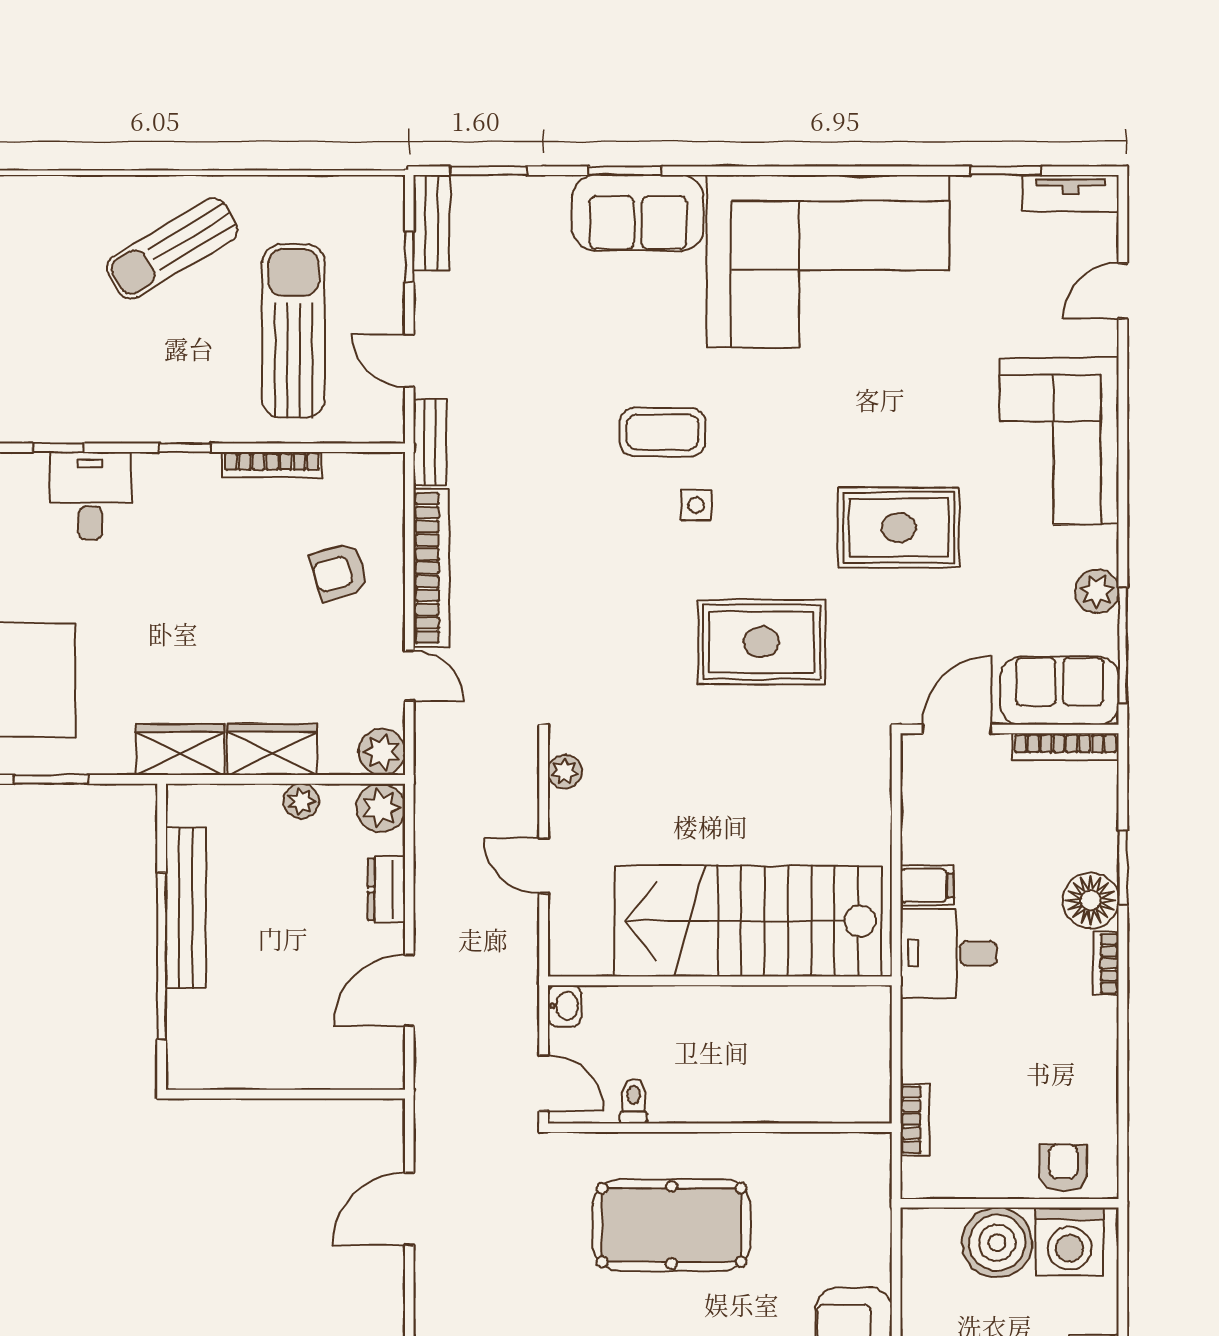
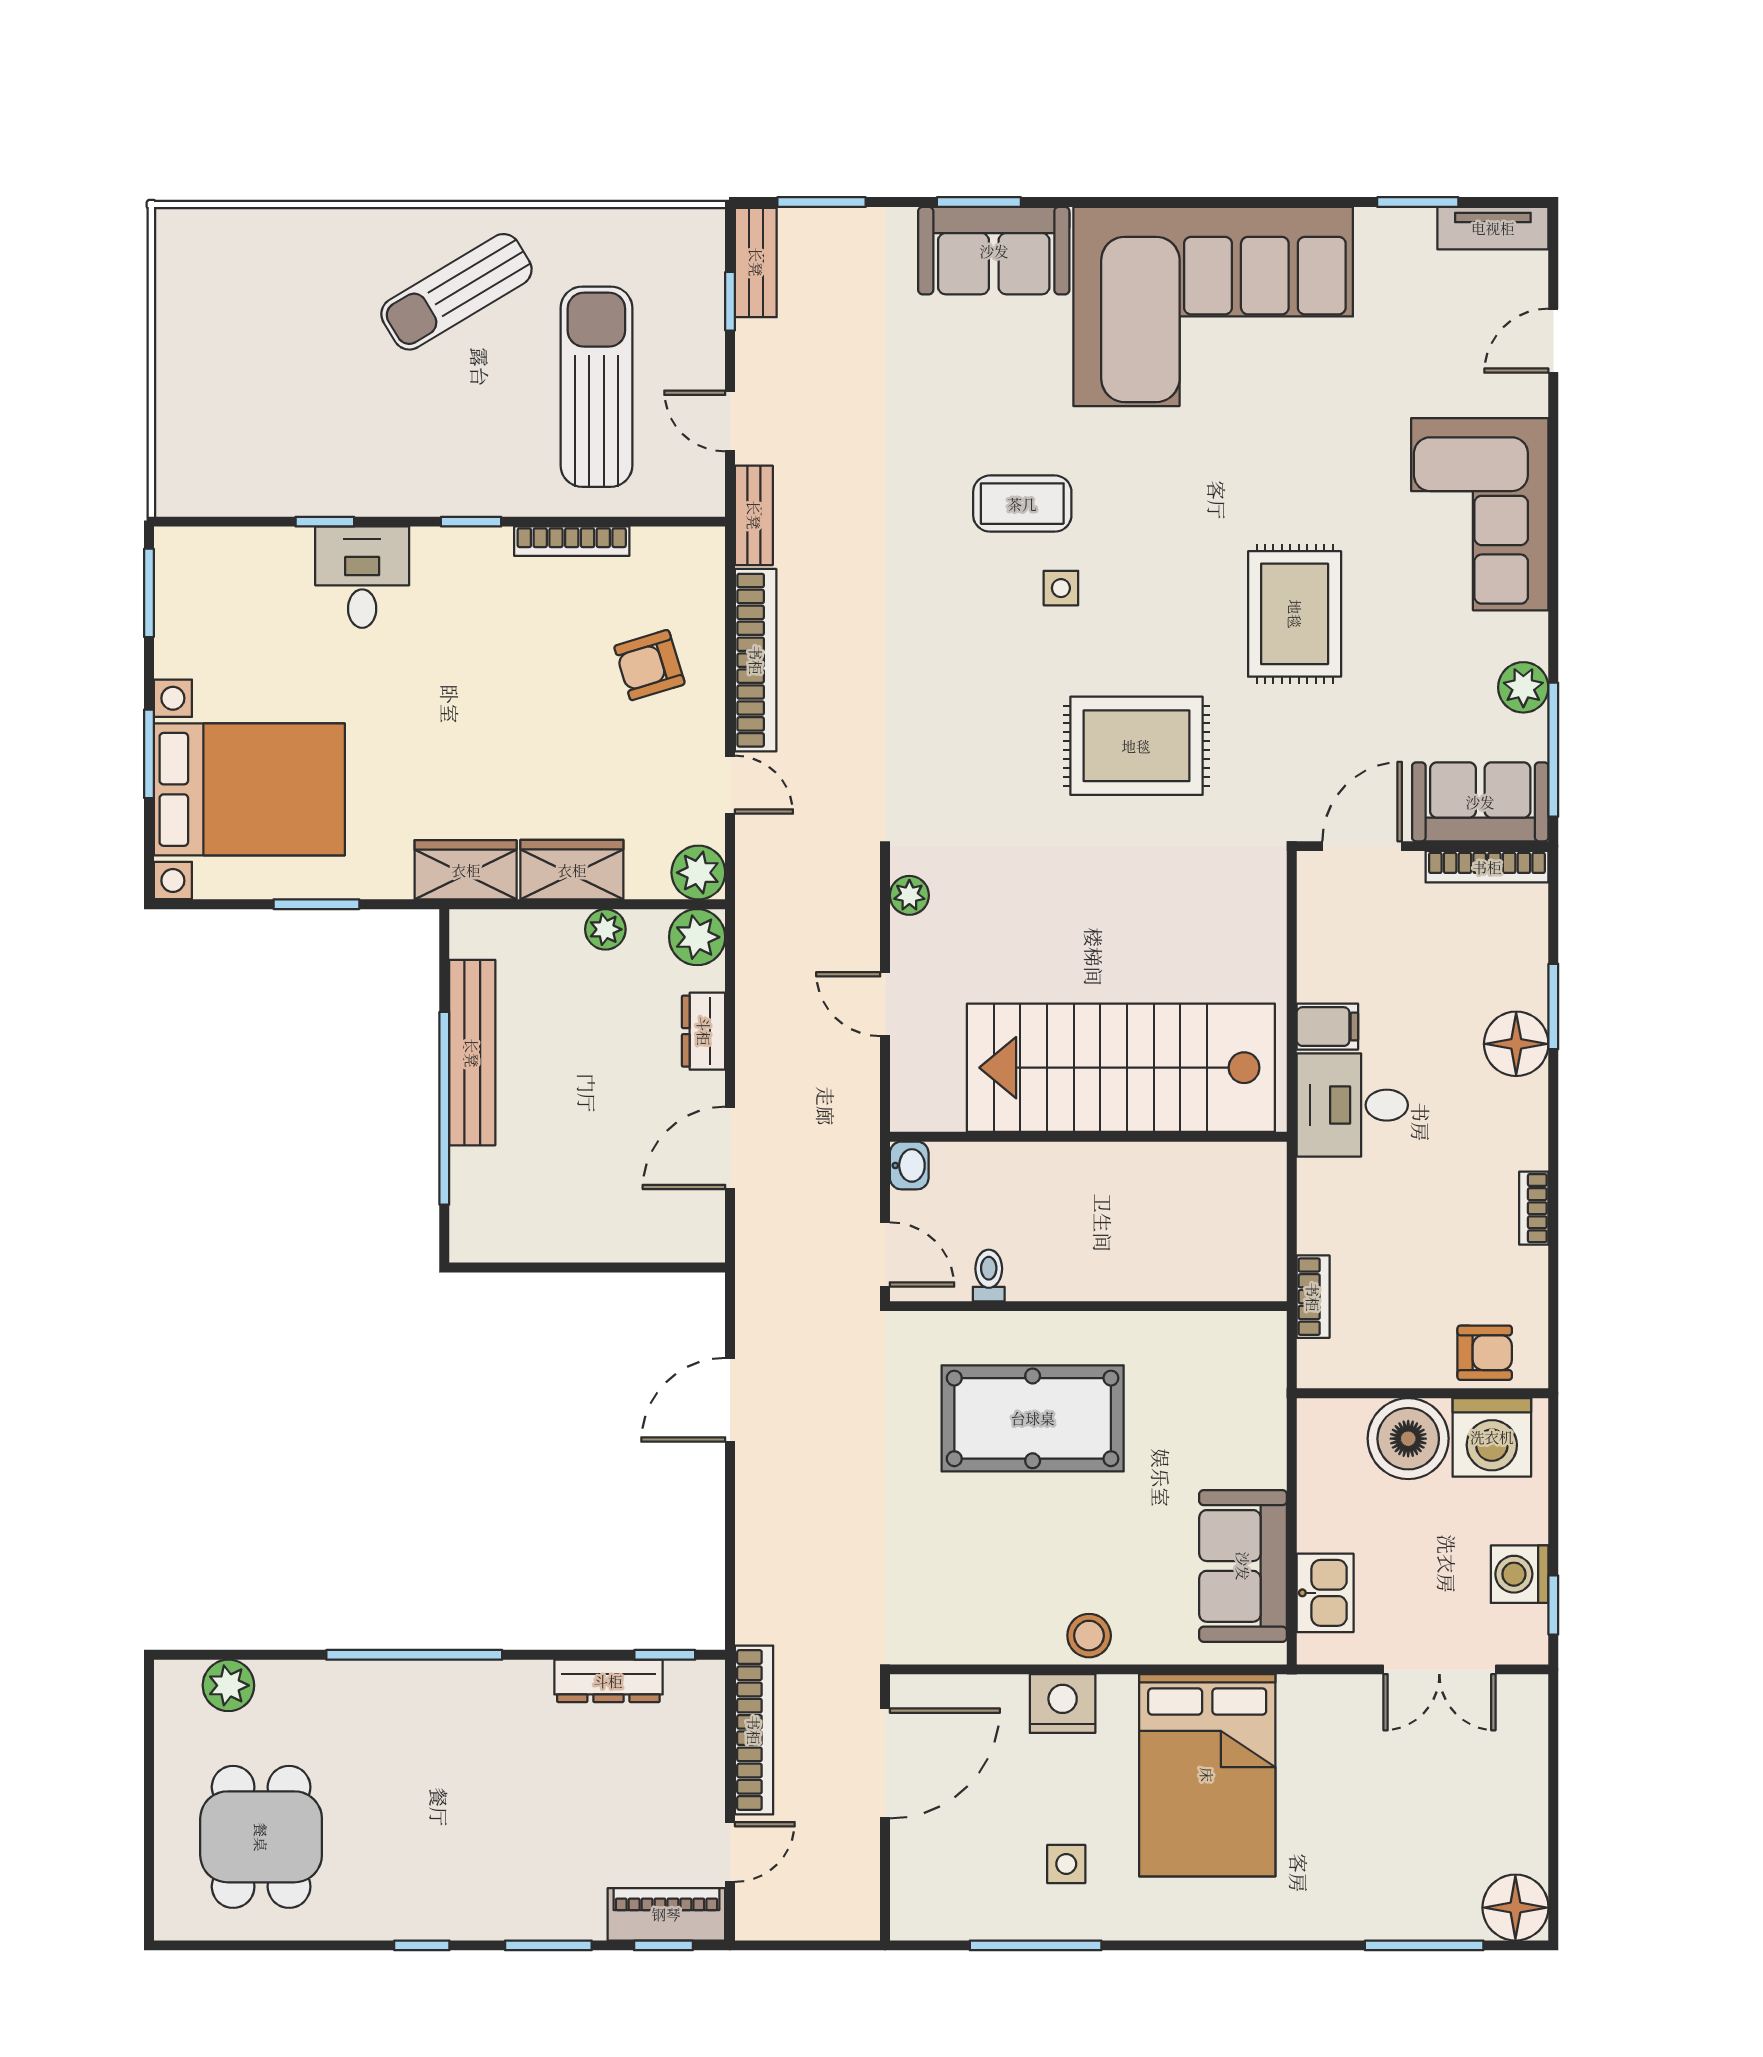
rug: (899, 528) -> (1295, 614), turned 90
bookcase: (1106, 963) -> (1534, 1208), moved
armchair: (1063, 1168) -> (1485, 1353), turned 90

